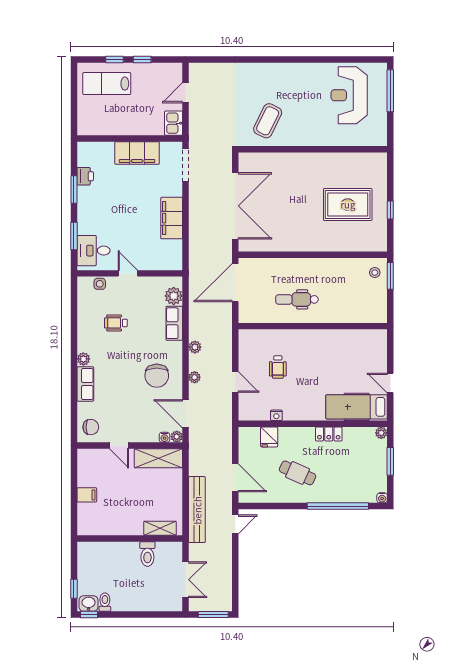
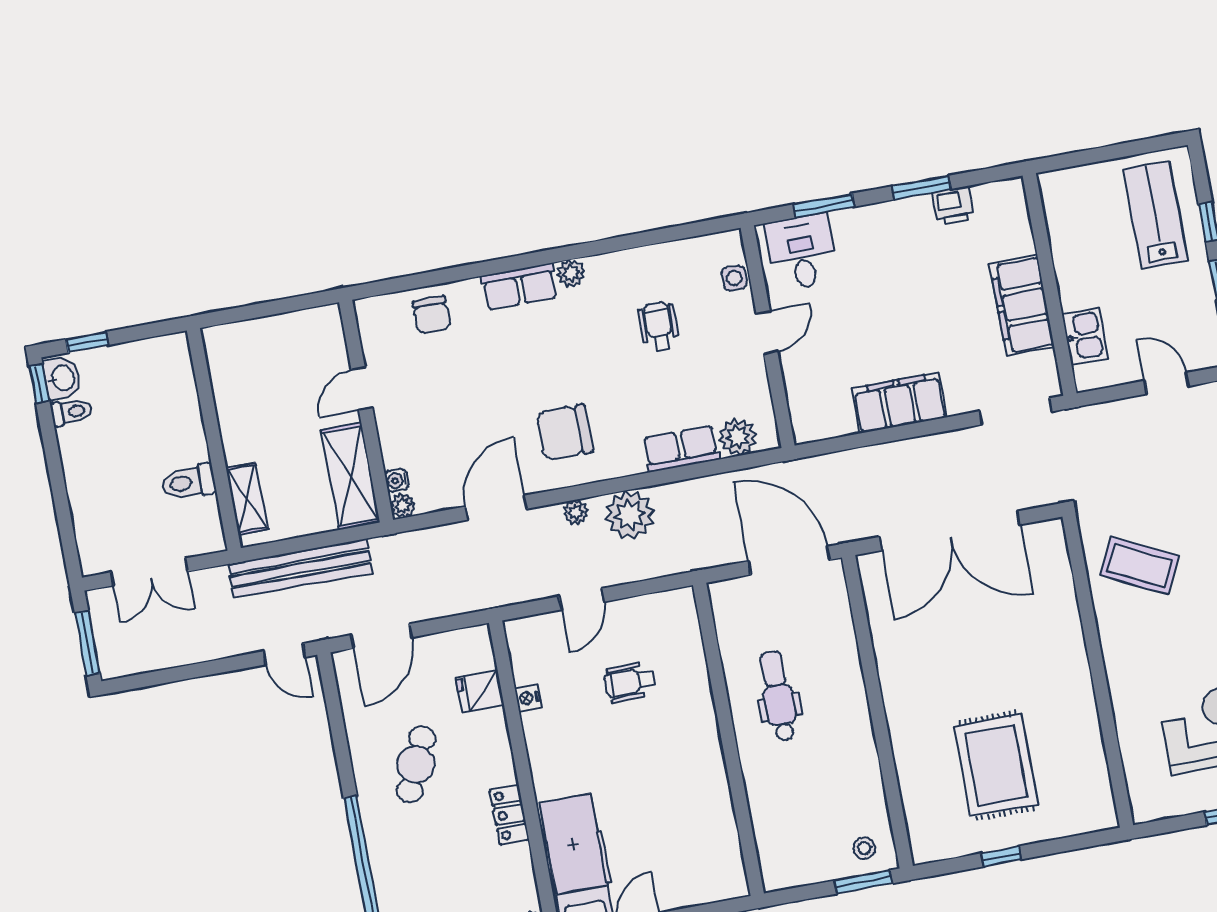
kitchen sink: (174, 123) -> (1085, 336), moved, turned 90
plant: (195, 347) -> (630, 515), width x1.88, depth x1.88
water cooler: (164, 437) -> (397, 480), moved
plant: (177, 437) -> (403, 506), moved
door: (119, 446) -> (362, 389), moved
wall: (130, 446) -> (366, 411), moved
shelving: (158, 458) -> (351, 476), moved
filing cabinet: (87, 495) -> (288, 333), removed

